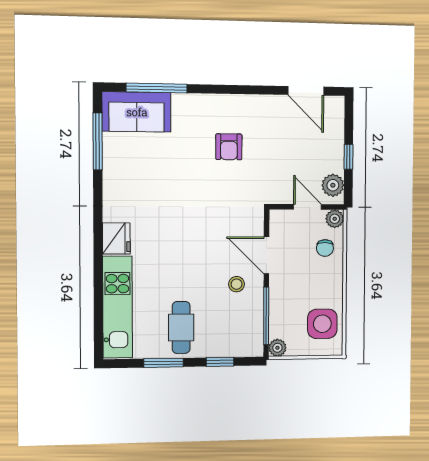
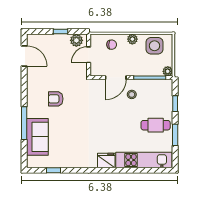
window: (157, 88) -> (24, 123), moved
door: (306, 91) -> (24, 56), hinge flipped
sofa: (137, 112) -> (37, 137), moved
window: (98, 141) -> (54, 170), width x0.46
armchair: (229, 147) -> (56, 99), turned 180
plant: (335, 219) -> (132, 39), moved

